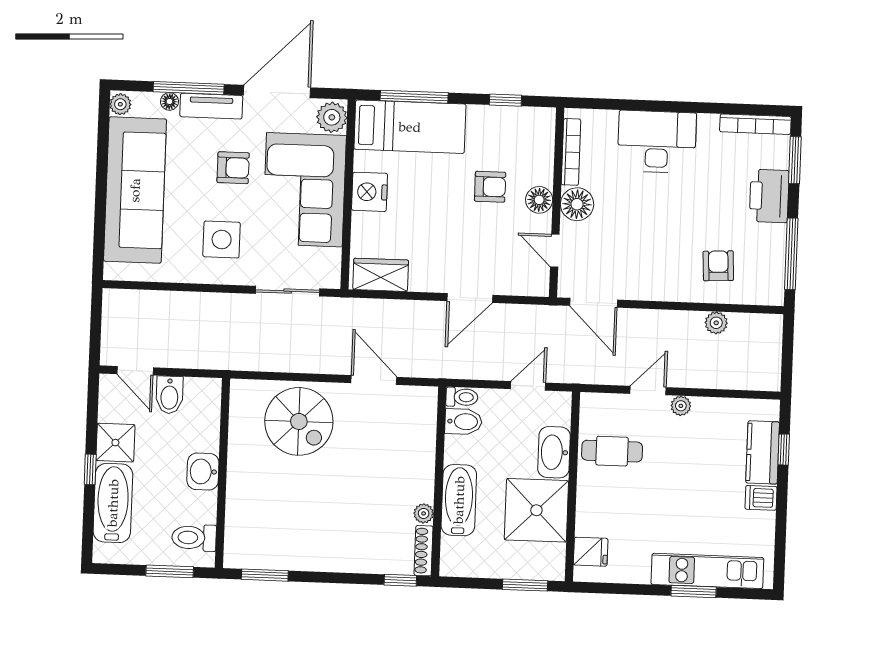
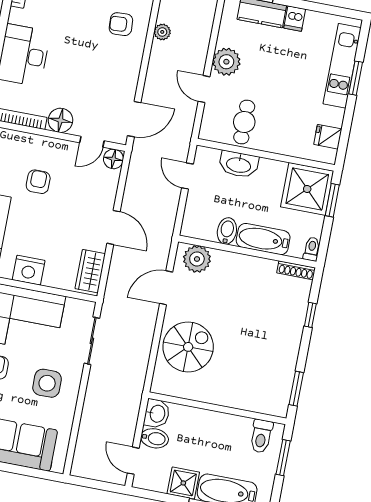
floor lamp: (539, 200) -> (113, 159), moved
door: (470, 298) -> (113, 227), moved
door: (135, 371) -> (133, 461), swing flipped
toilet: (462, 397) -> (312, 249), moved
plant: (681, 406) -> (226, 62), width x1.87, depth x1.87
bidet: (463, 422) -> (227, 231), moved
washbasin: (203, 472) -> (157, 414), moved, turned -90
shower: (536, 510) -> (307, 189), moved
plant: (424, 513) -> (197, 259), moved, width x1.88, depth x1.88
fridge: (591, 552) -> (328, 137), moved, turned -90
window: (400, 580) -> (310, 315), moved

